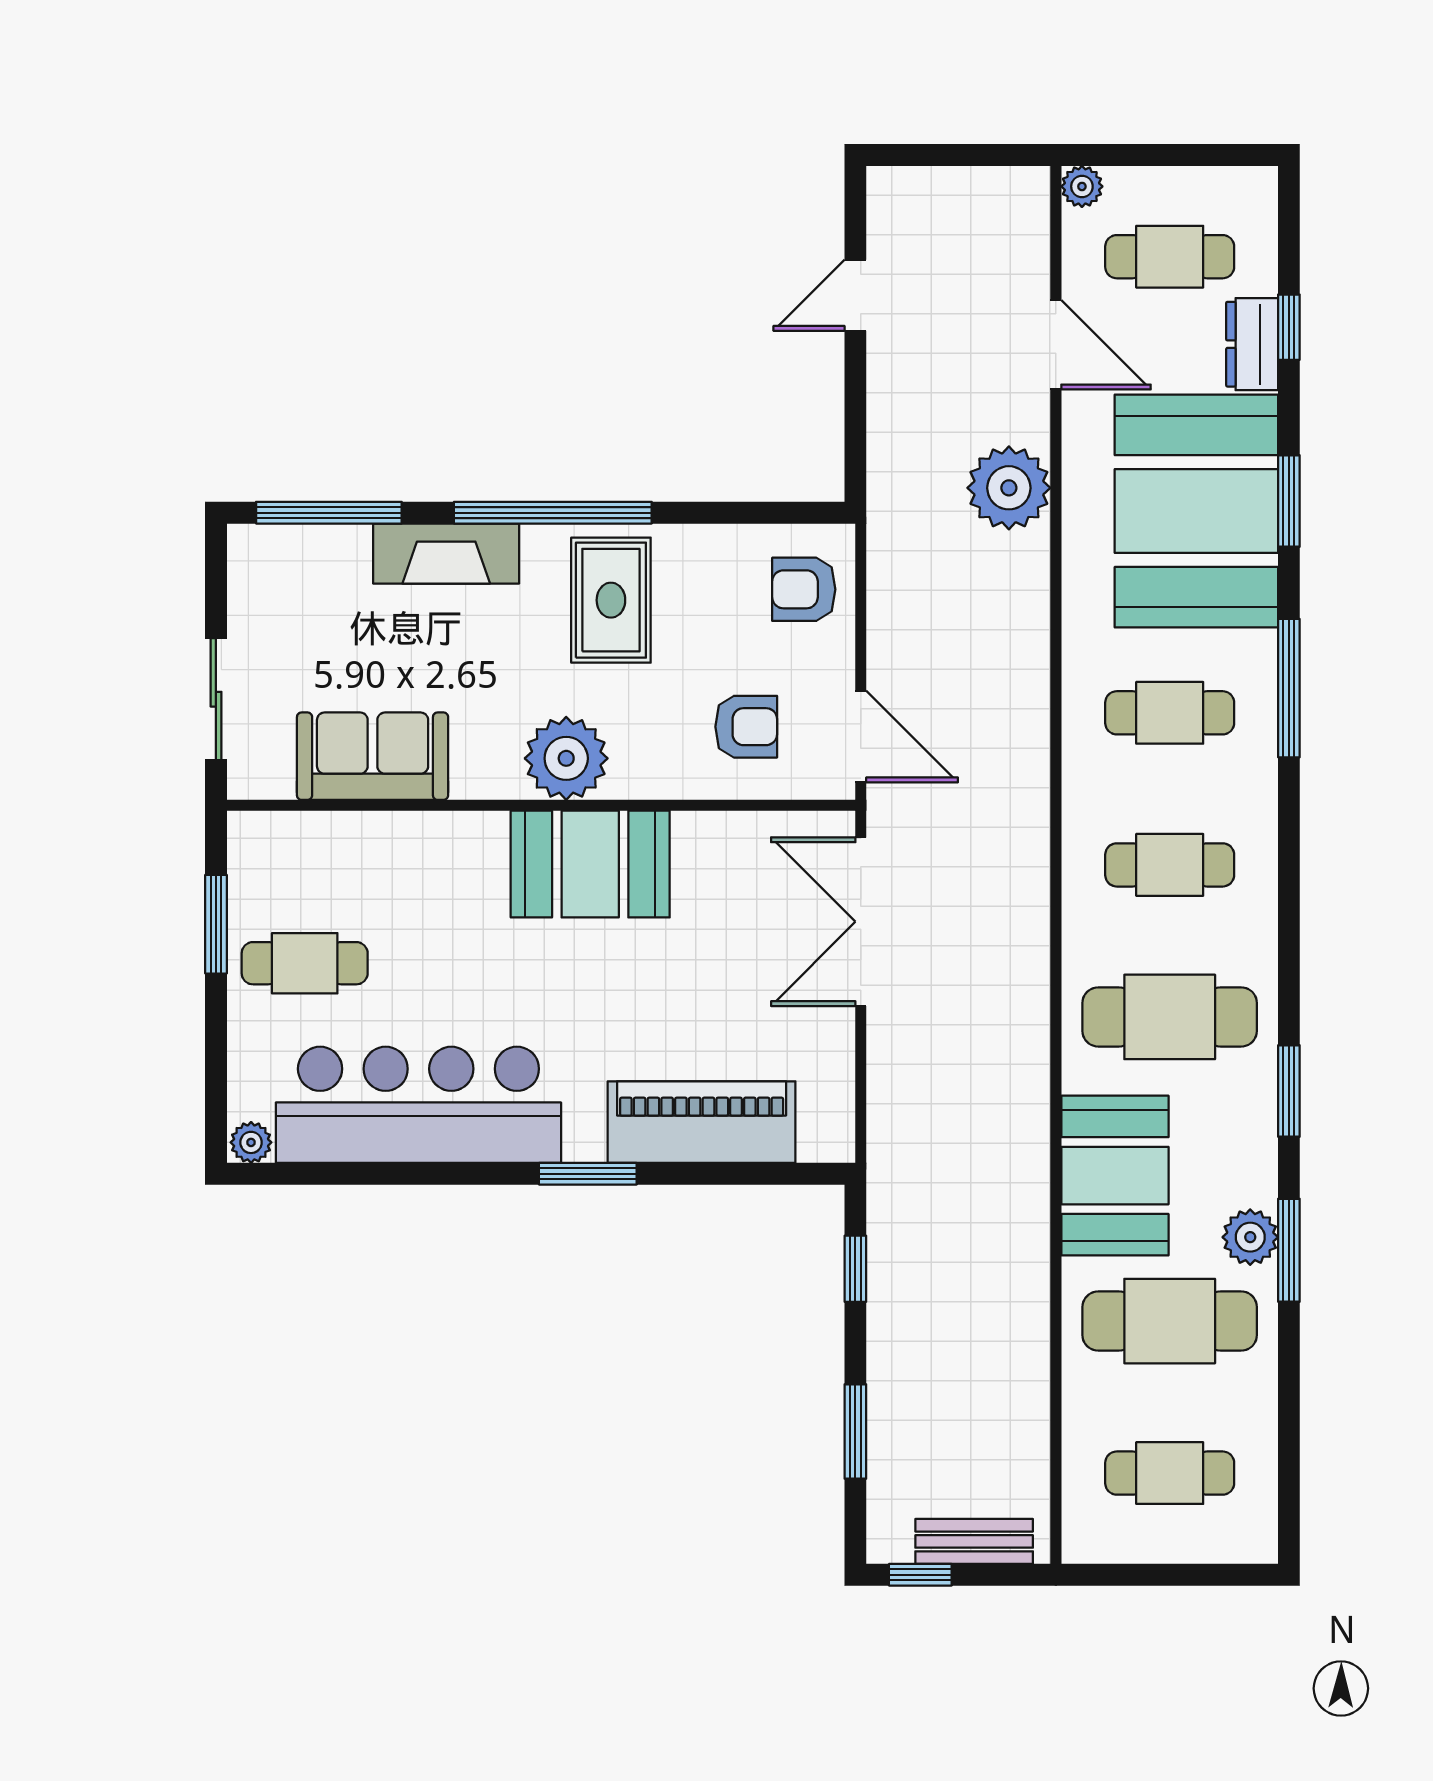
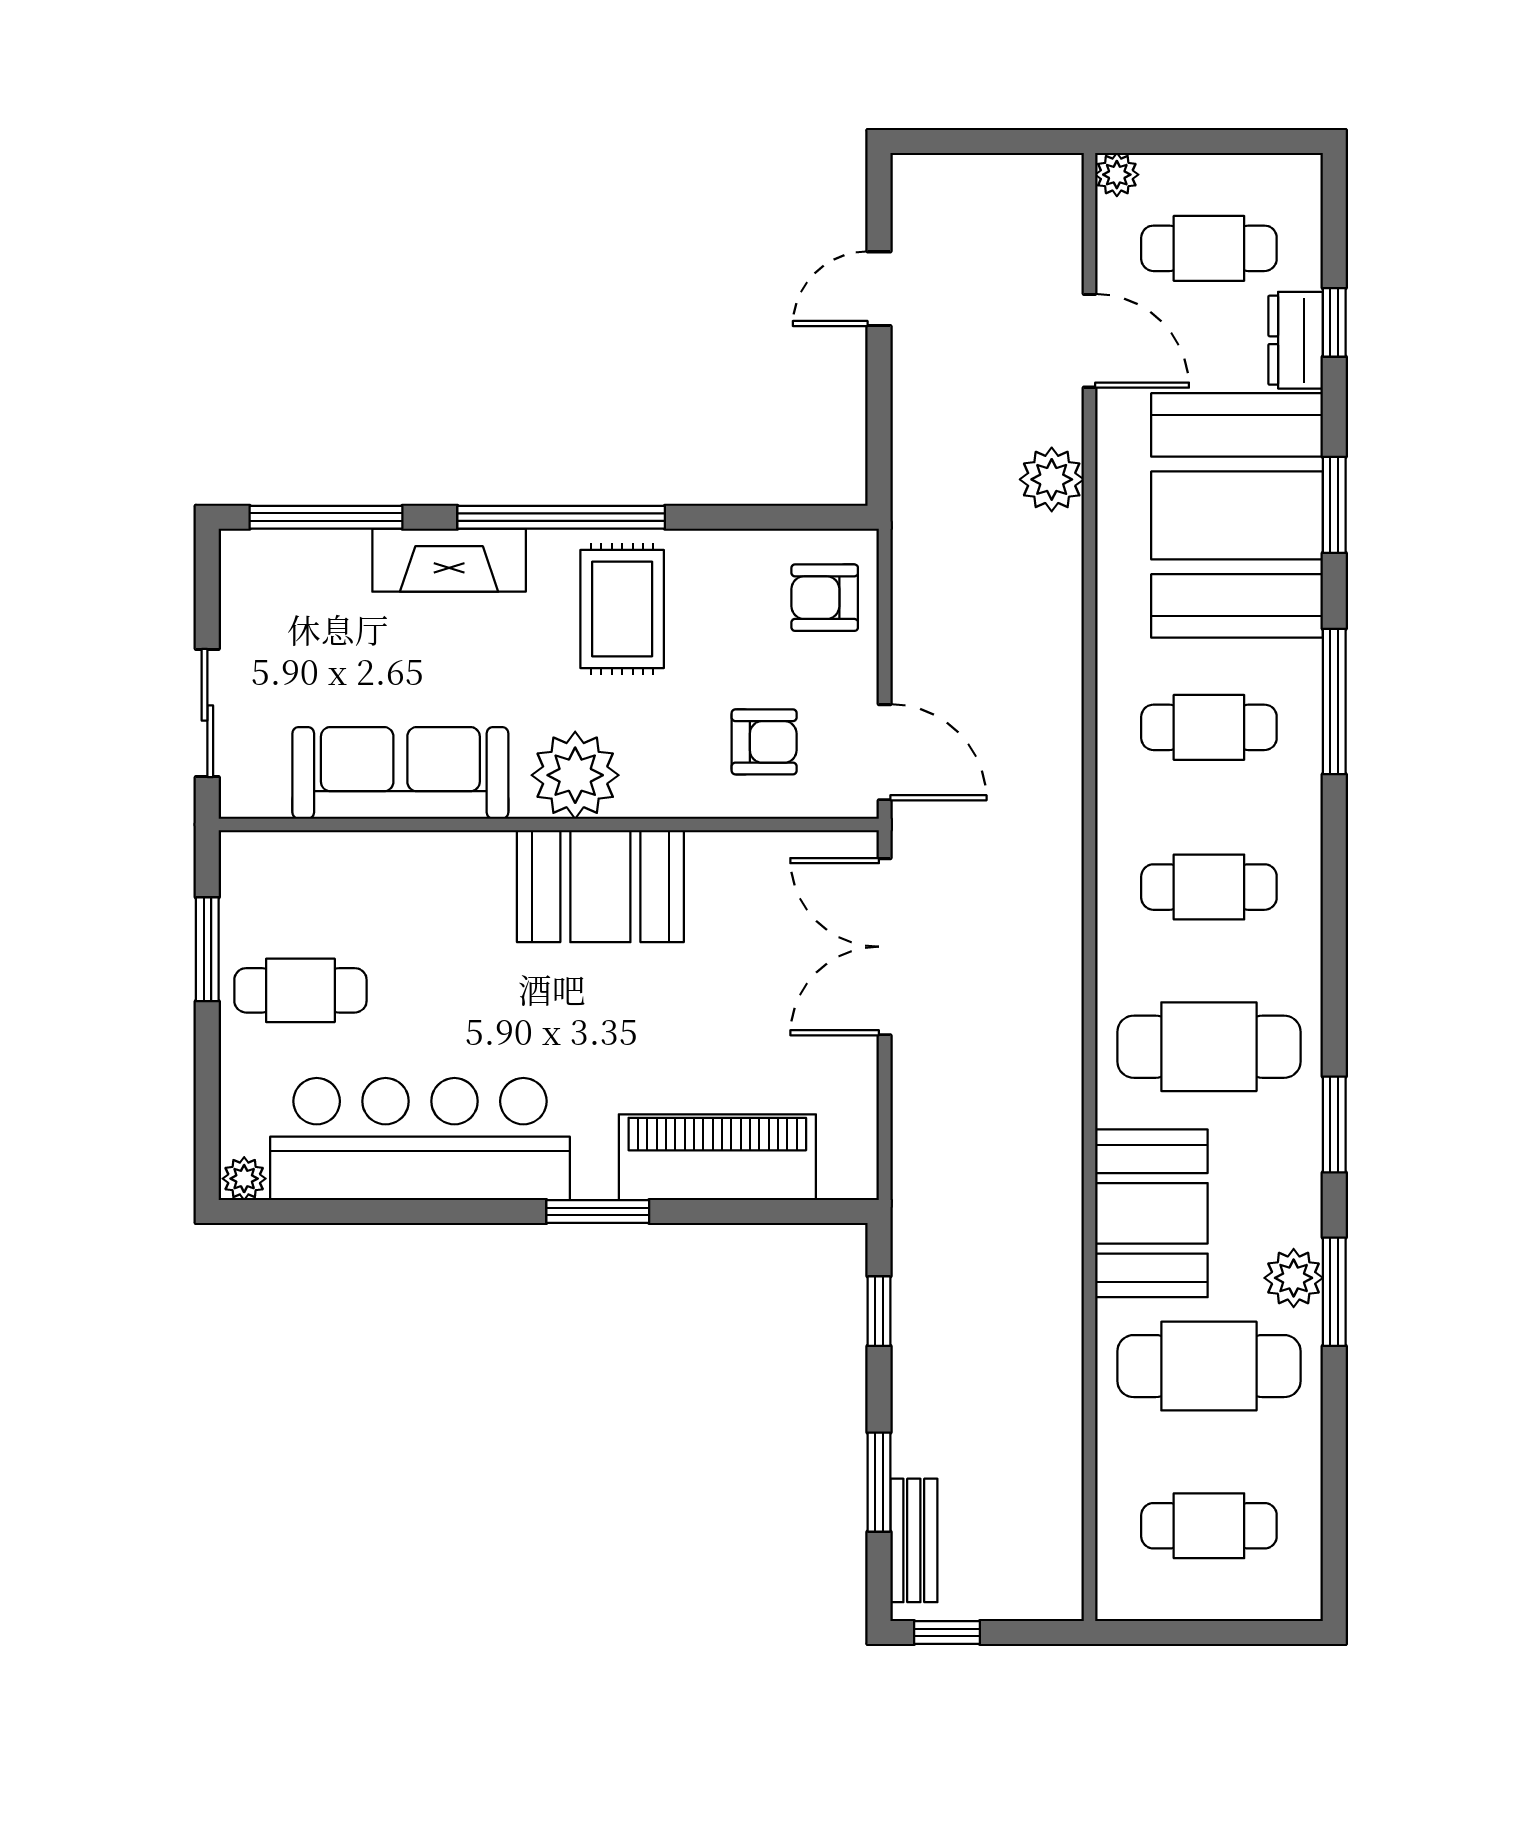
plant: (1009, 488) -> (1052, 479), width x0.73, depth x0.73
sofa: (373, 756) -> (400, 773), width x1.36
bench: (974, 1541) -> (914, 1540), moved, turned 90

